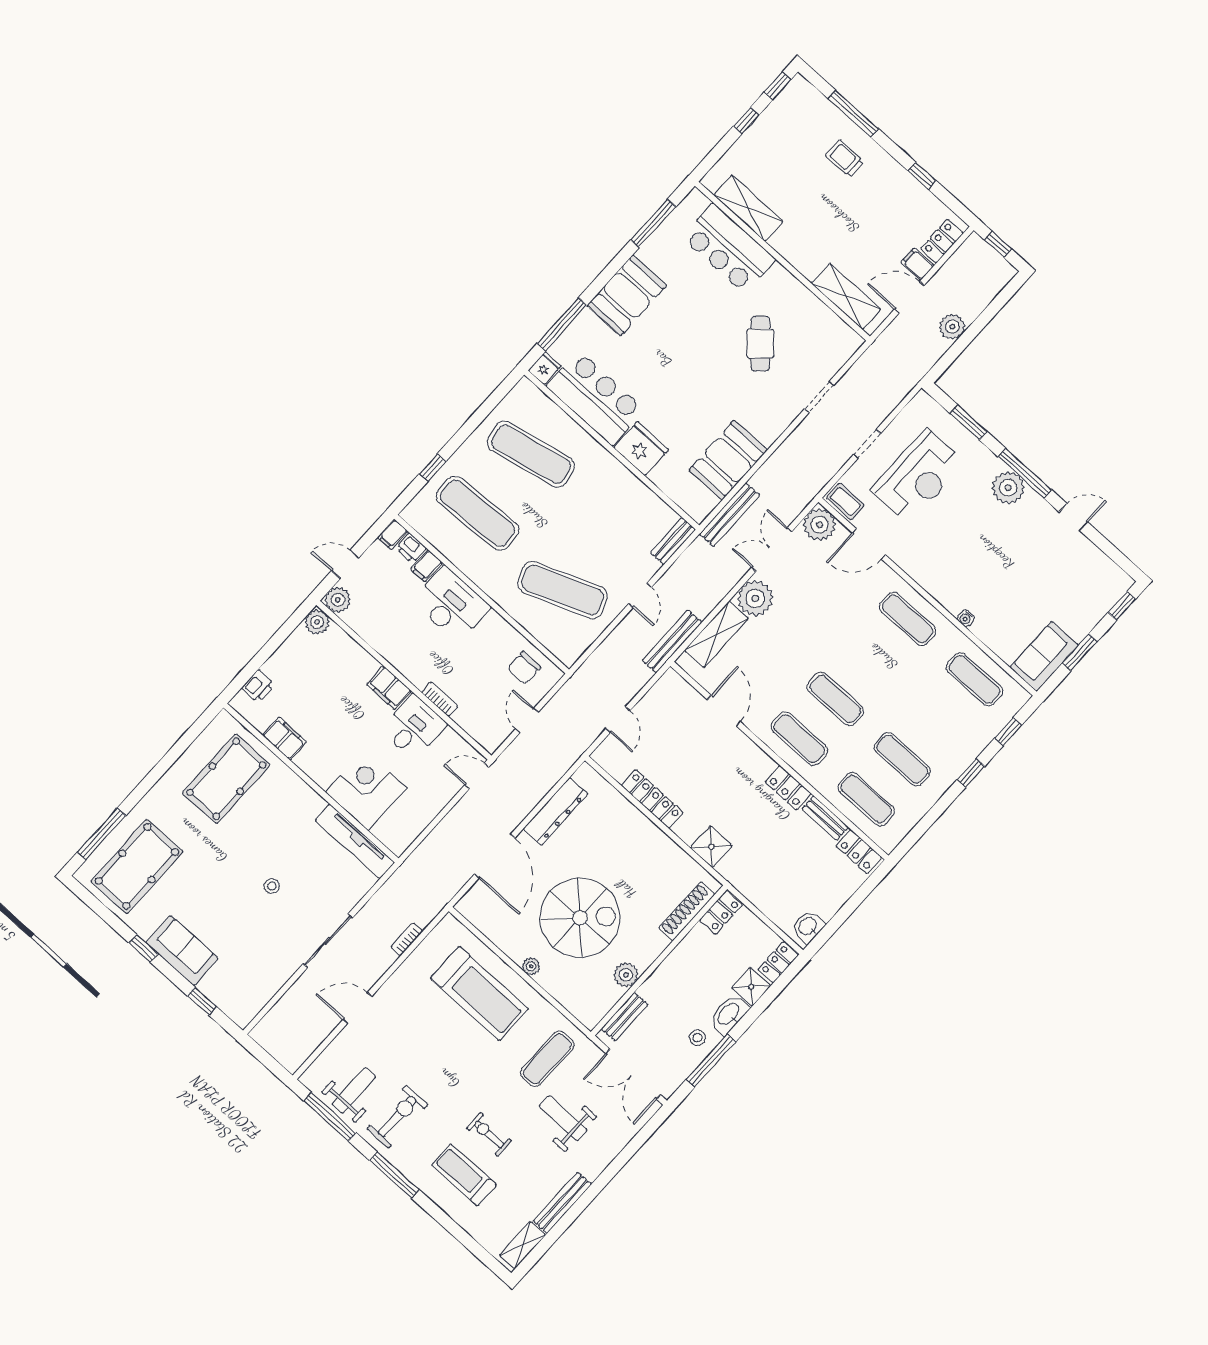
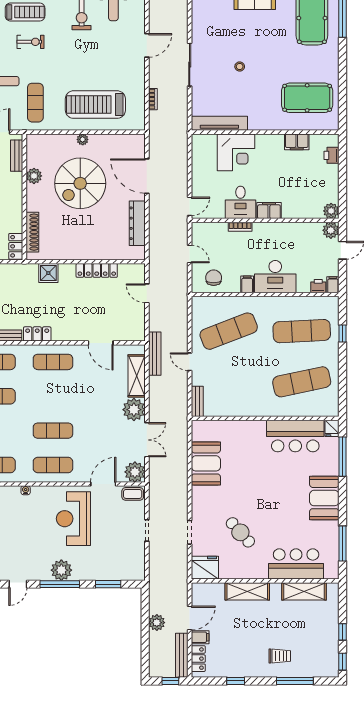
shelving: (846, 296) -> (247, 591), moved
fridge: (641, 449) -> (205, 568), moved, turned 180
reception desk: (918, 476) -> (73, 519), moved
bench: (730, 515) -> (182, 655), moved
filing cabinet: (427, 566) -> (247, 284), moved
exercise mat: (835, 699) -> (53, 431), moved
pool table: (226, 779) -> (307, 98), turned 90

